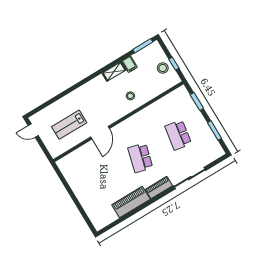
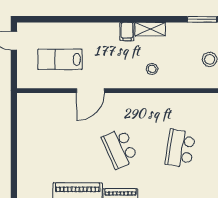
filing cabinet: (129, 64) -> (127, 31), moved
school desk: (140, 158) -> (120, 148), turned -39

